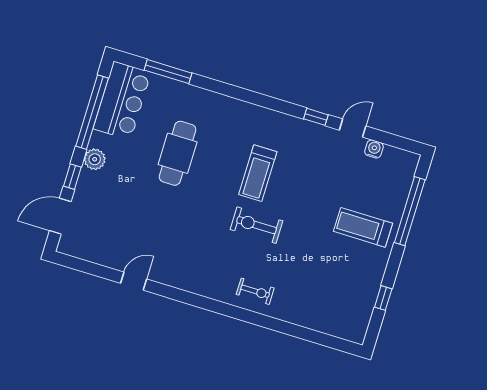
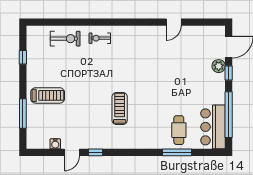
window: (168, 72) -> (177, 152), moved
cafe table: (178, 153) -> (179, 130), moved, width x0.73, depth x0.74
plant: (95, 159) -> (219, 66), moved
window: (410, 211) -> (23, 113), width x0.68
exercise bike: (257, 225) -> (65, 39), moved

